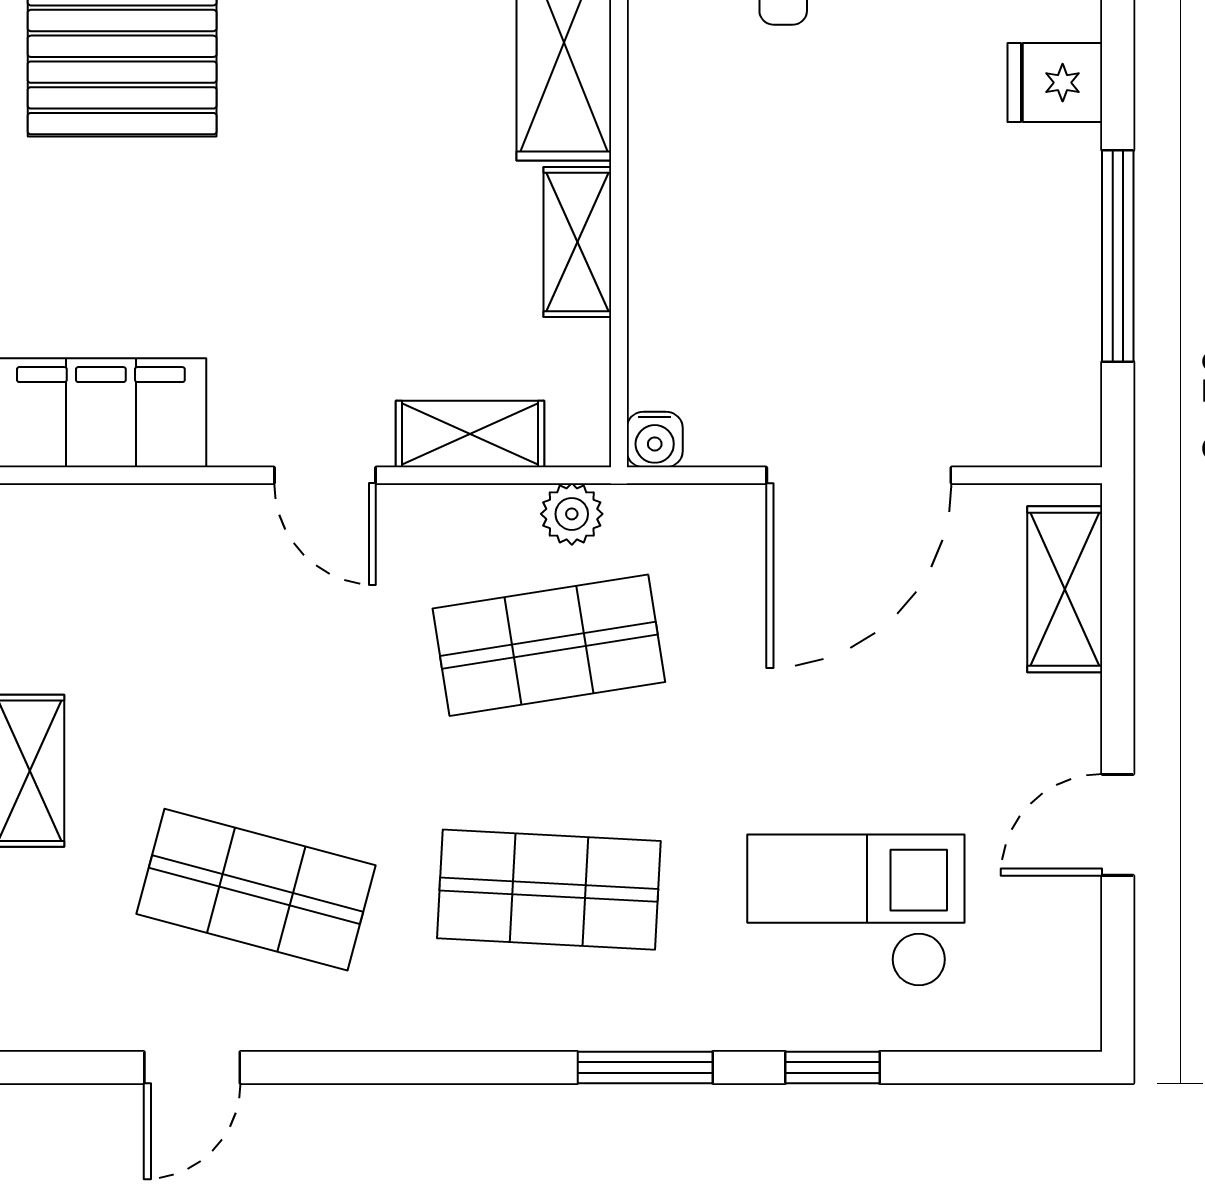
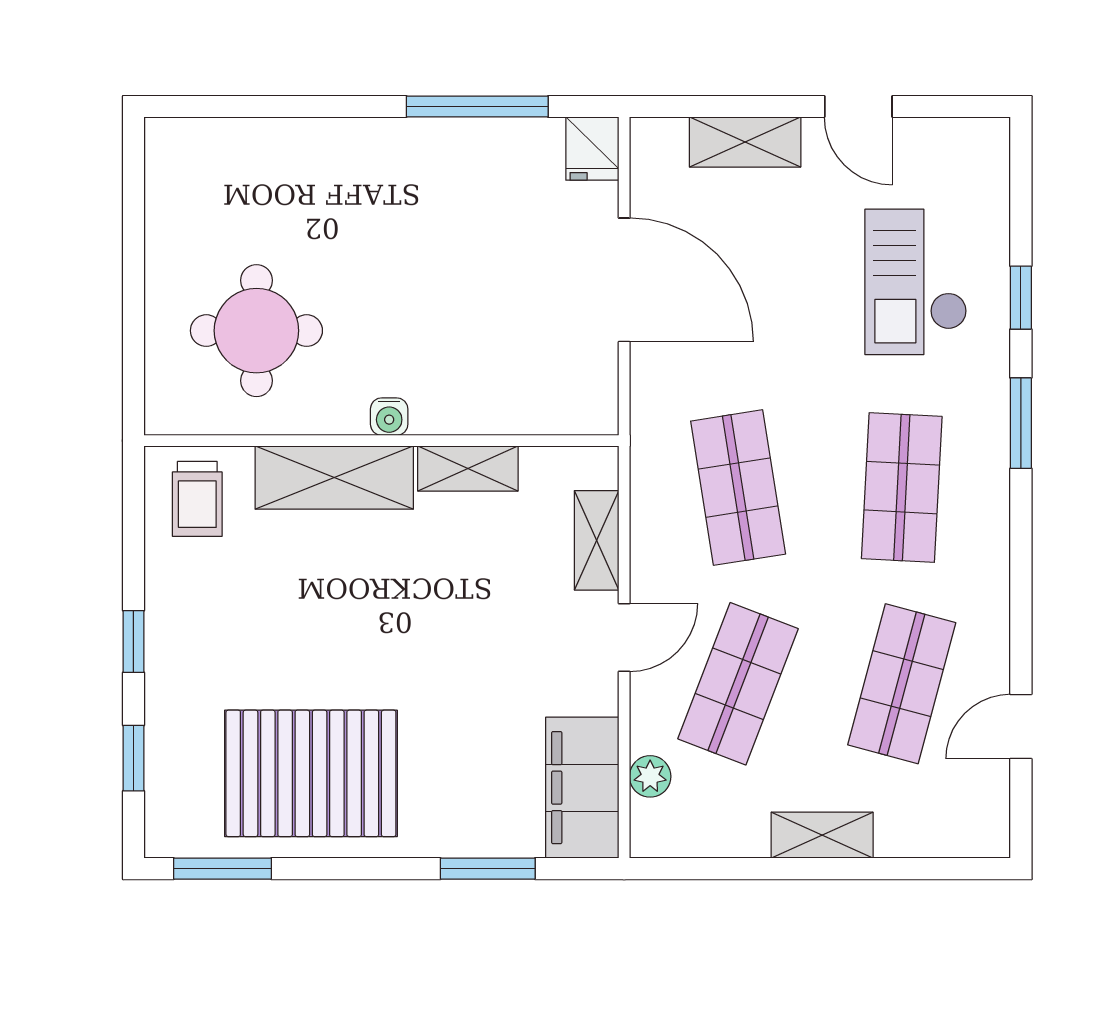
fridge: (1055, 83) -> (592, 149), moved
water cooler: (655, 439) -> (389, 417), moved, turned 90
plant: (572, 514) -> (650, 776), moved
shelving: (1065, 589) -> (745, 142), moved
shop shelf: (256, 645) -> (738, 684), added
door: (192, 1068) -> (1021, 726), swing flipped

